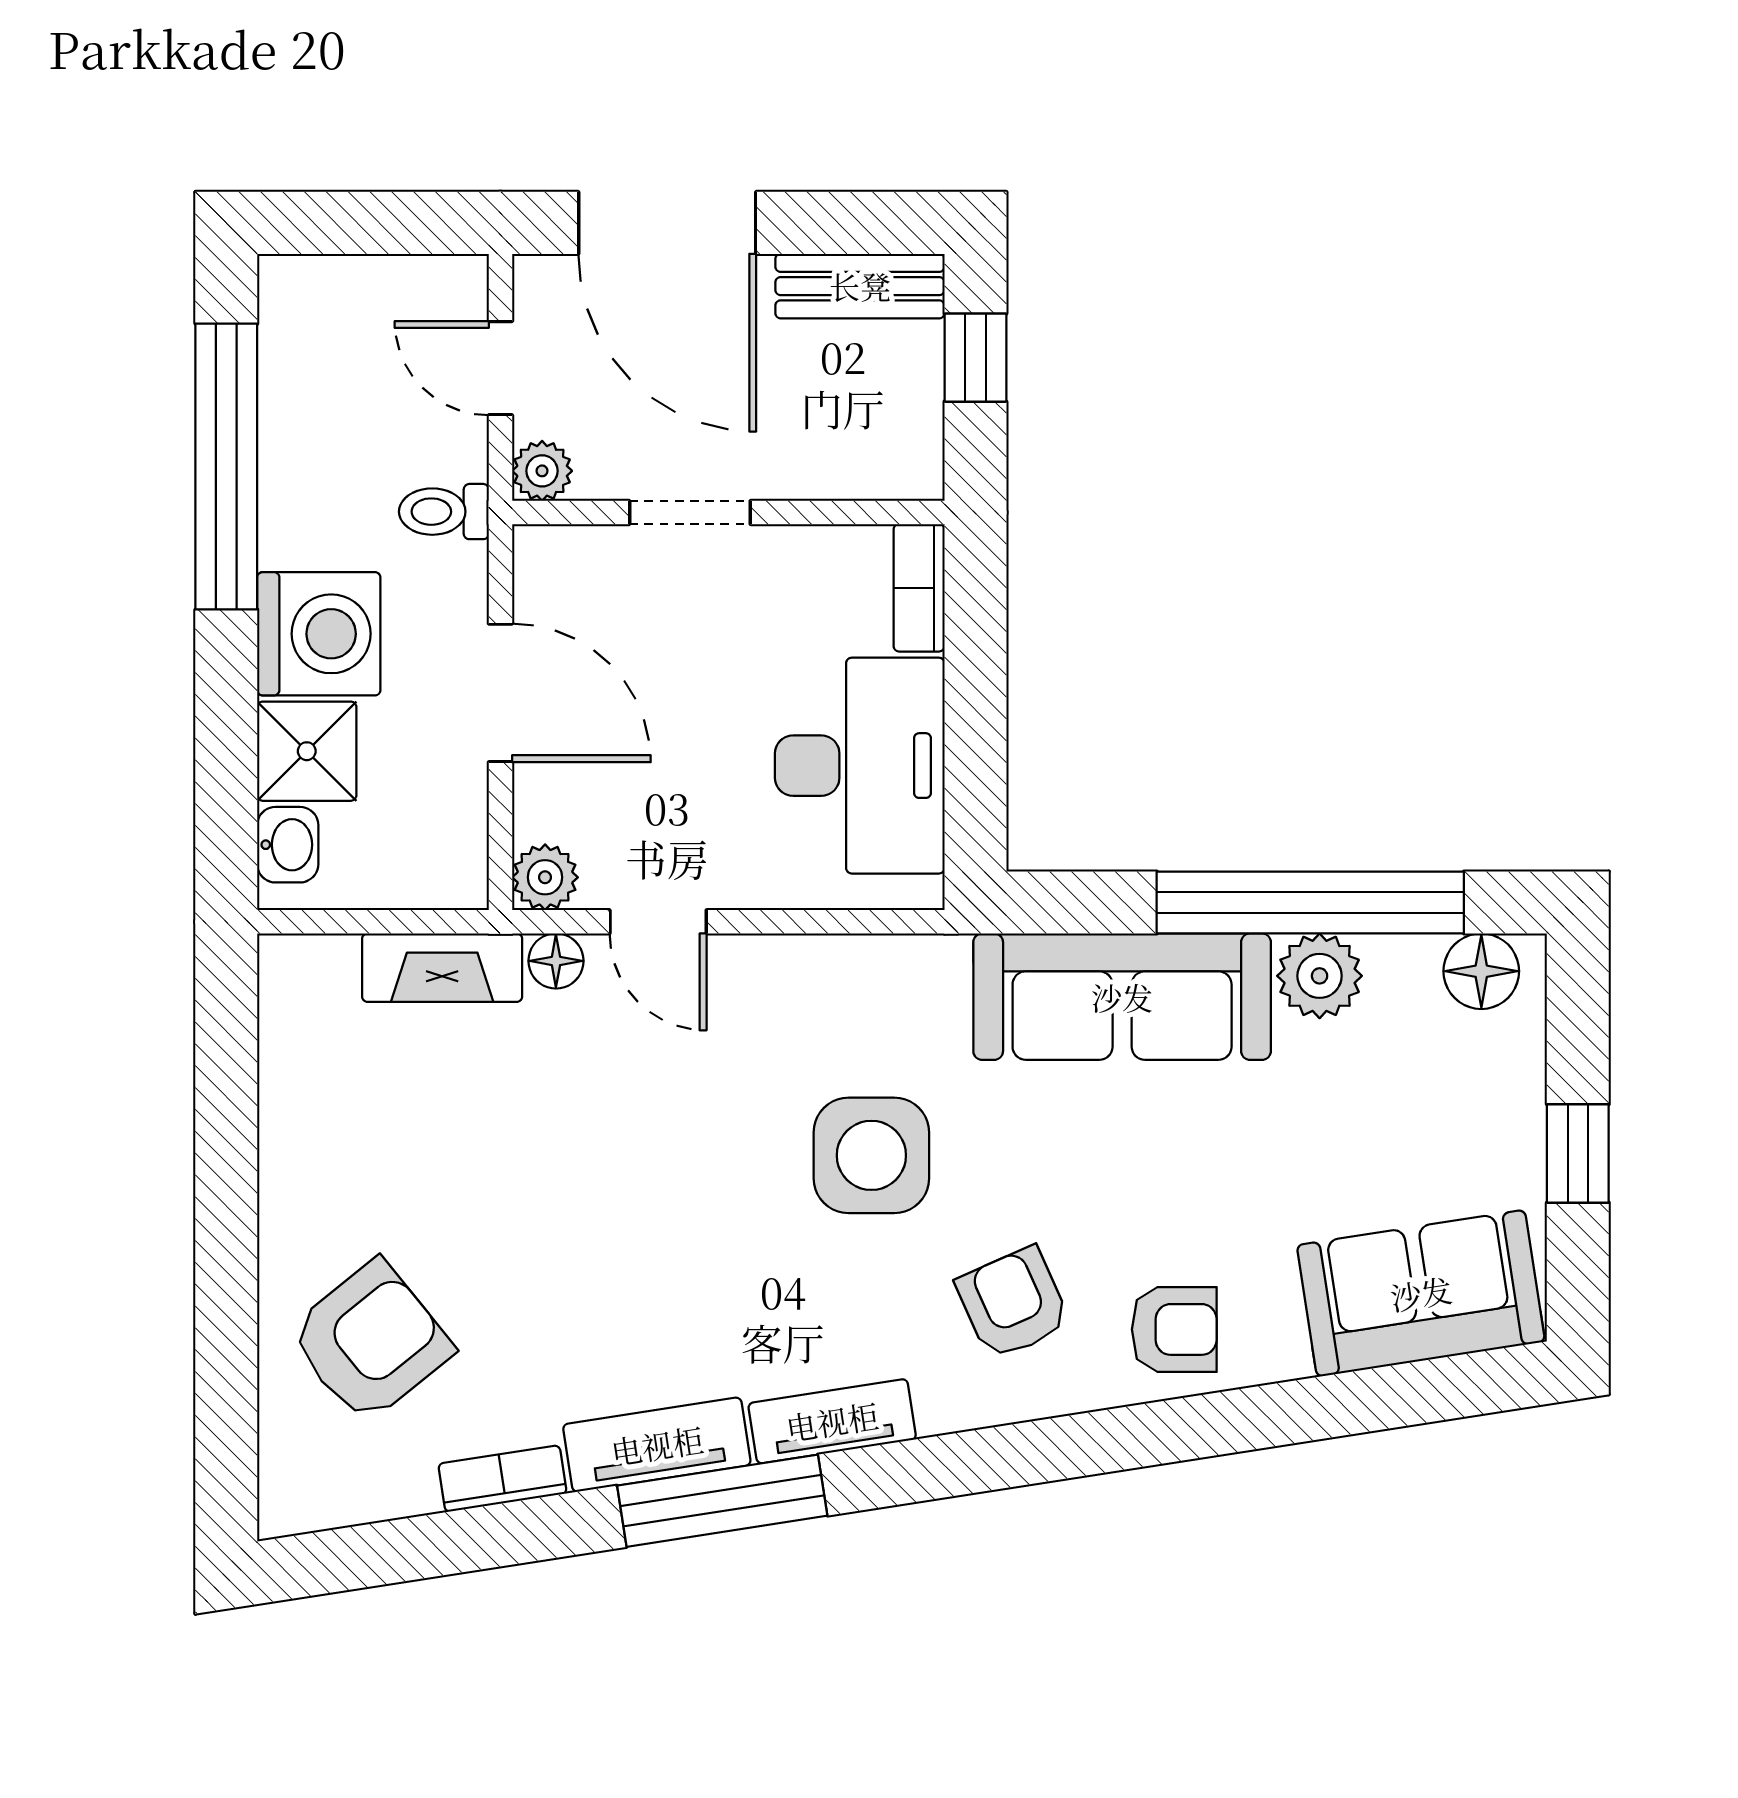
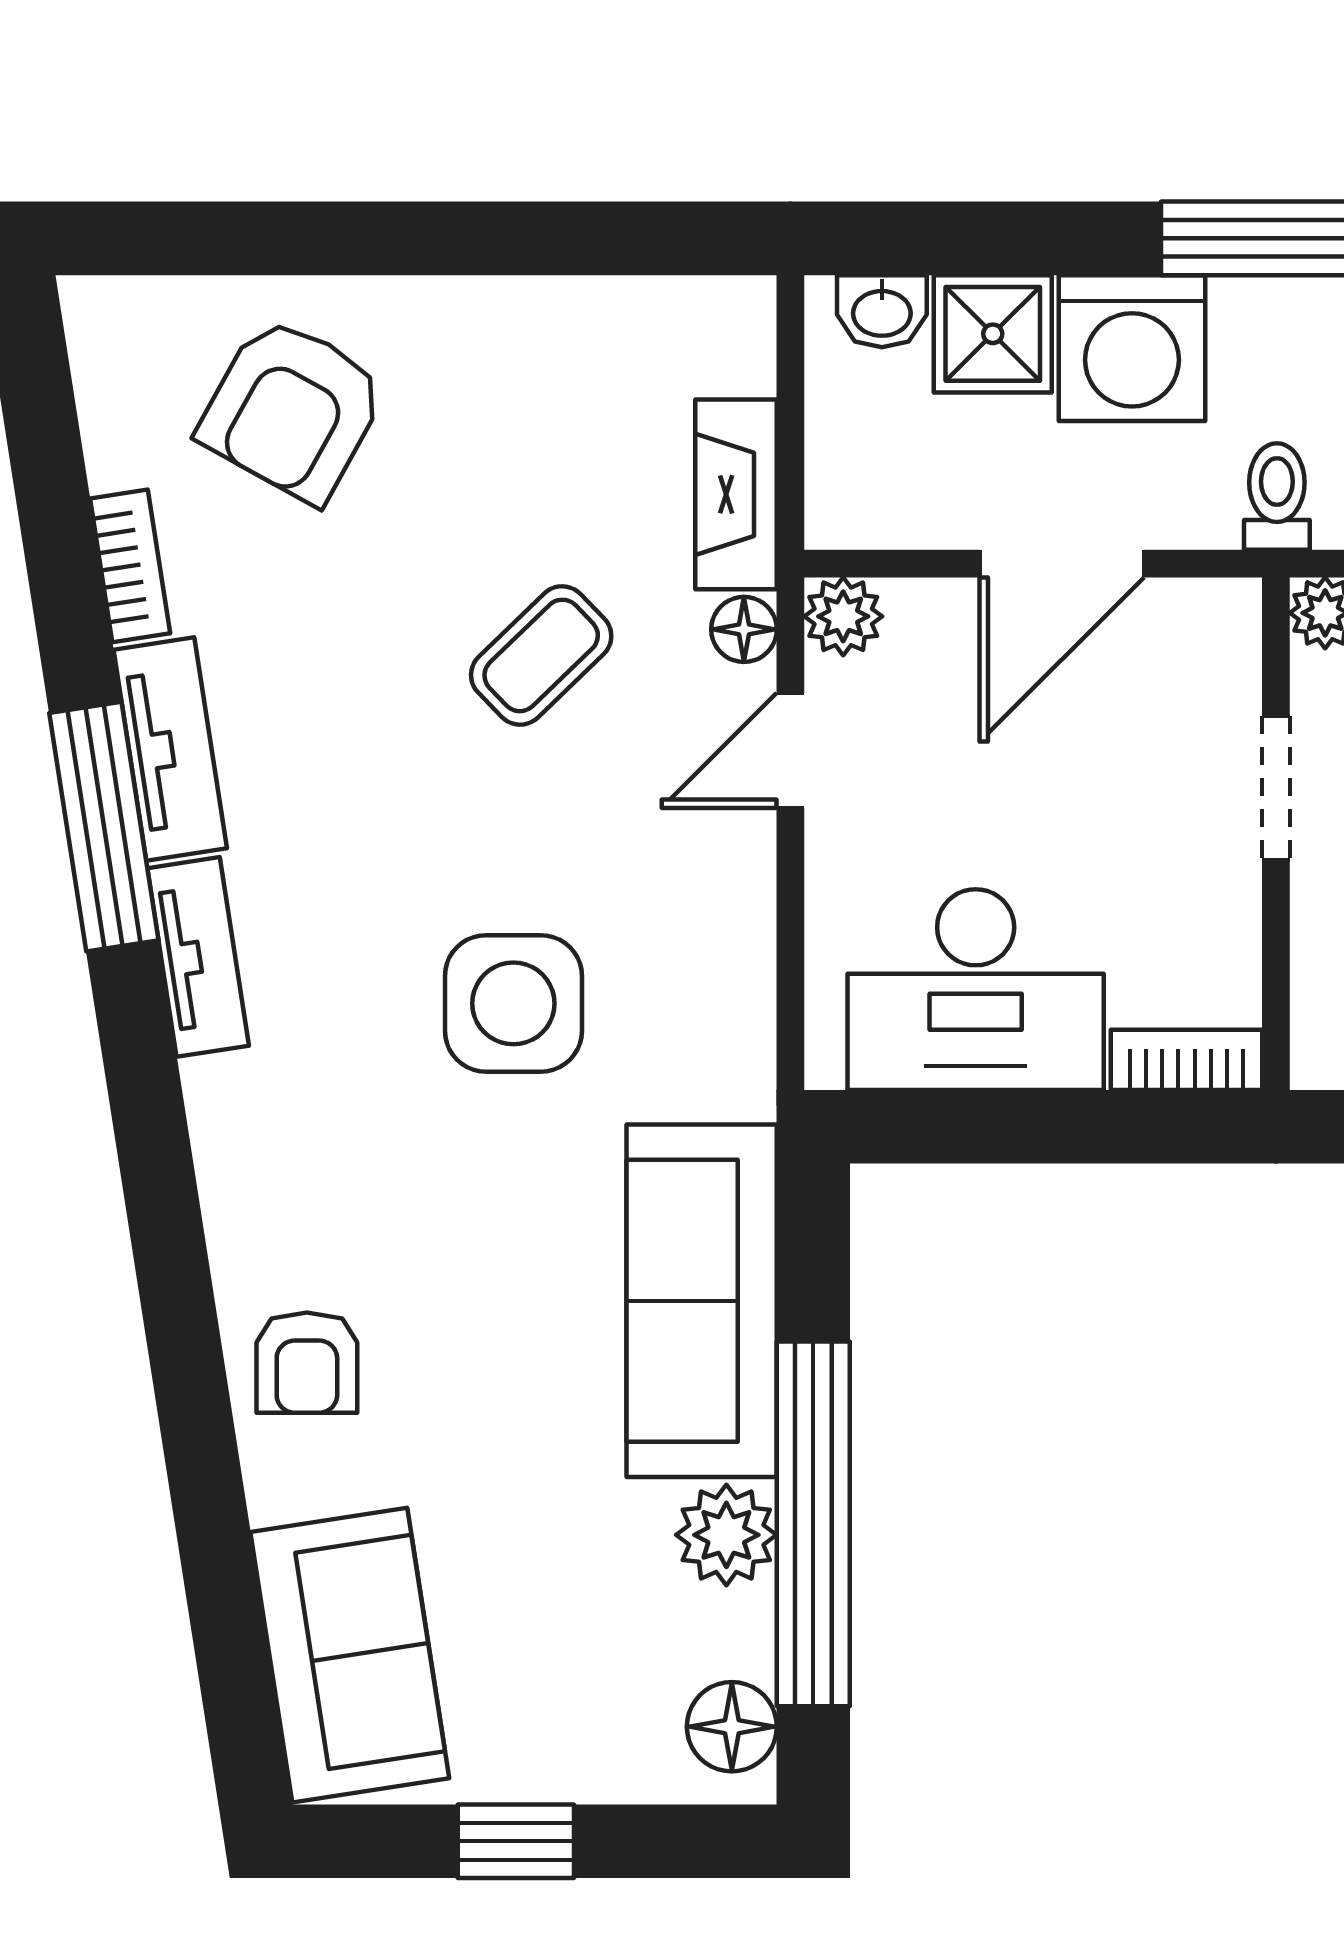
coffee table: (578, 1132) -> (541, 655), added
armchair: (1013, 1303) -> (338, 1171), removed
armchair: (370, 1342) -> (293, 409), turned 68

